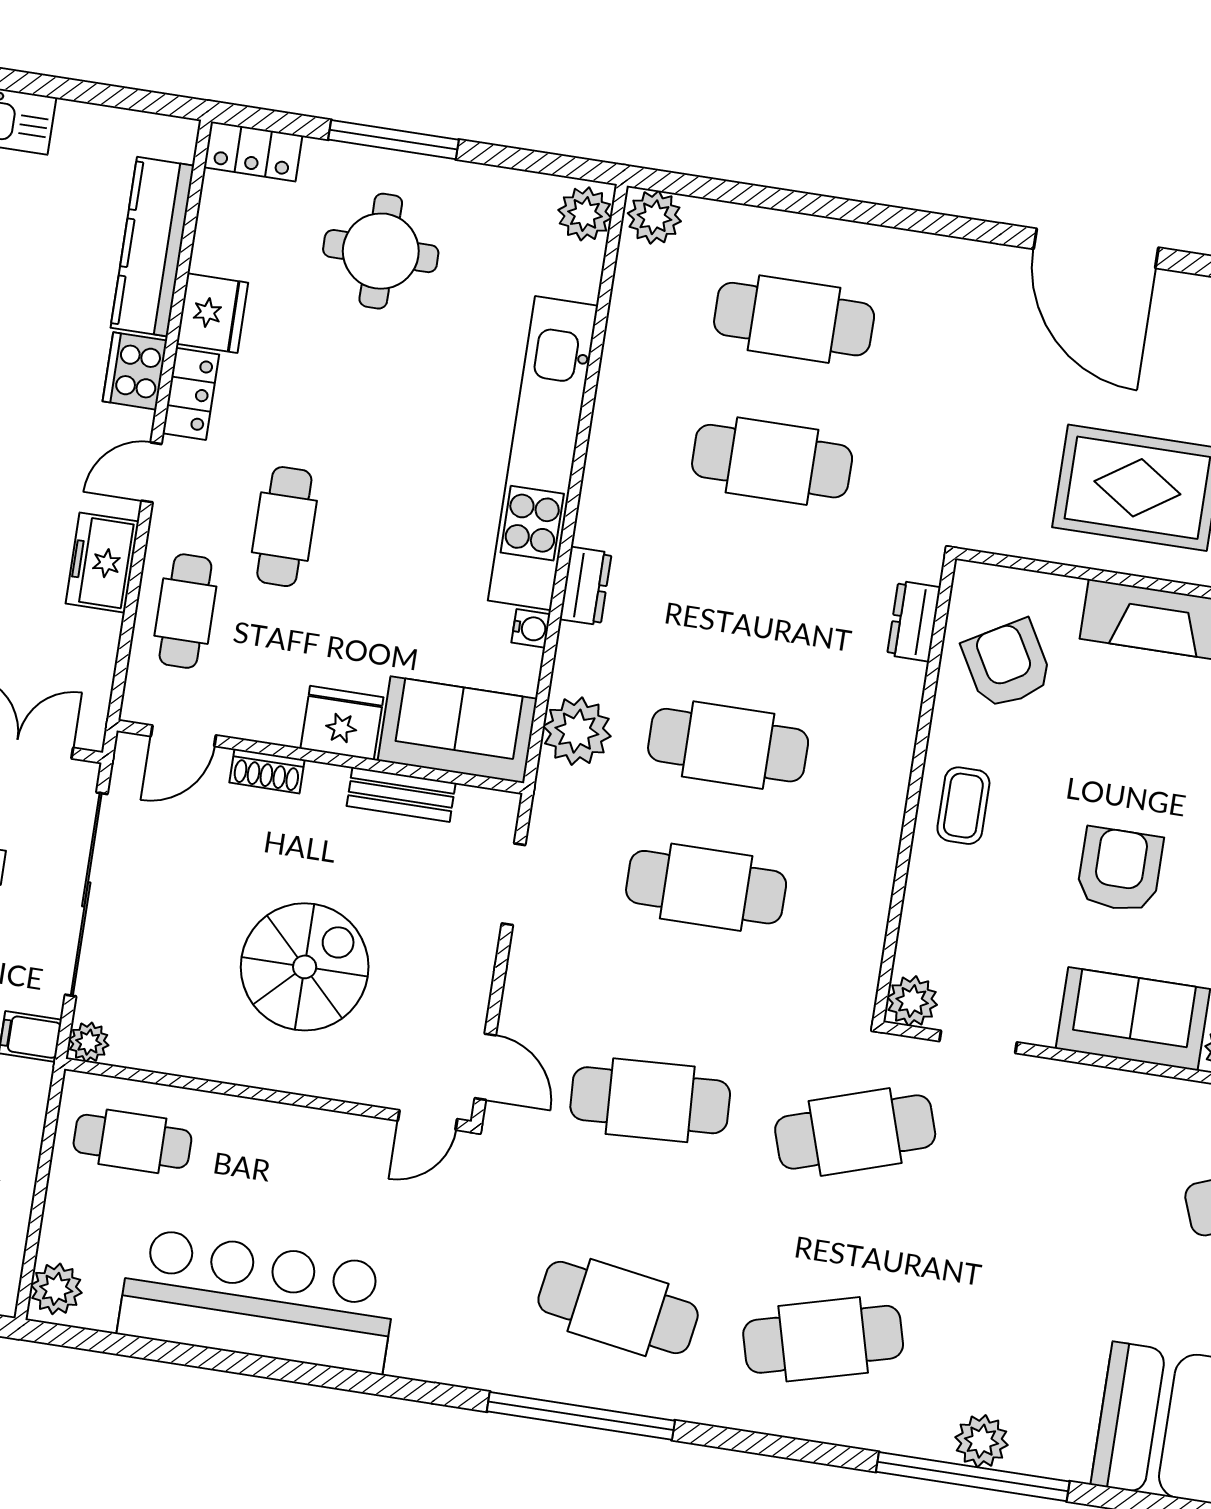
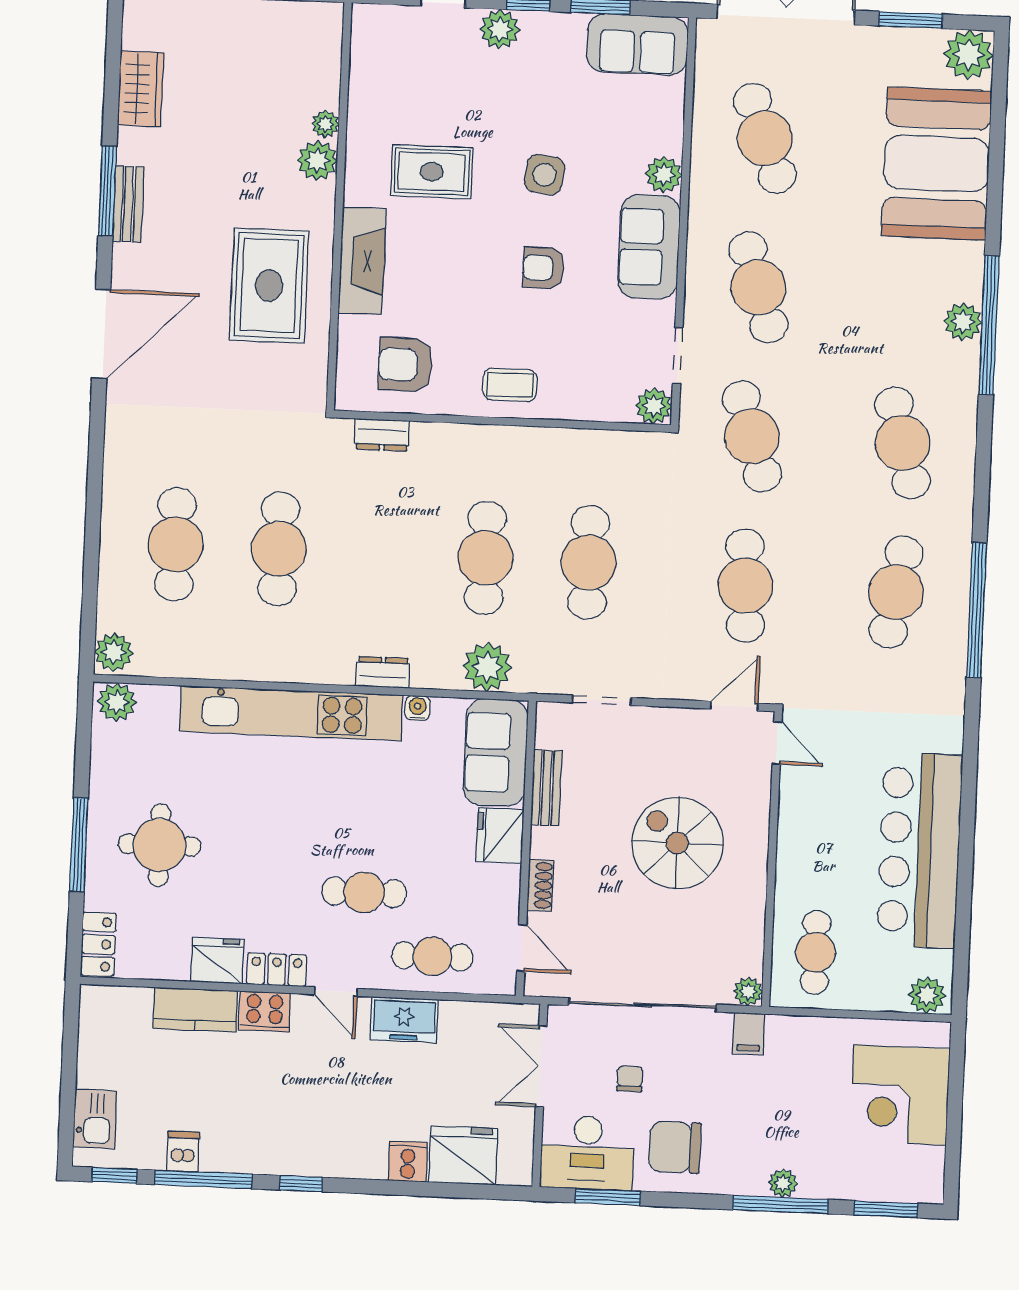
kitchen counter: (152, 247) -> (195, 1010), width x0.67
armchair: (1007, 664) -> (405, 365), turned 30
armchair: (1120, 870) -> (544, 268), width x0.72, depth x0.72
cafe table: (1060, 1164) -> (758, 287), added

